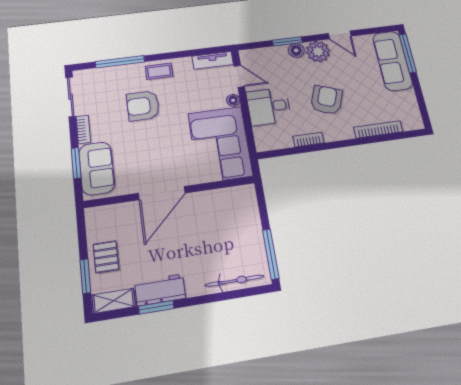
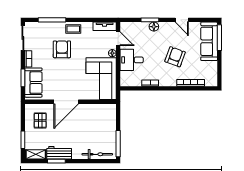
plant: (318, 51) -> (167, 29), removed
armchair: (327, 100) -> (175, 57), moved
armchair: (143, 106) -> (62, 49), turned 90
pallet: (106, 257) -> (40, 120), moved

